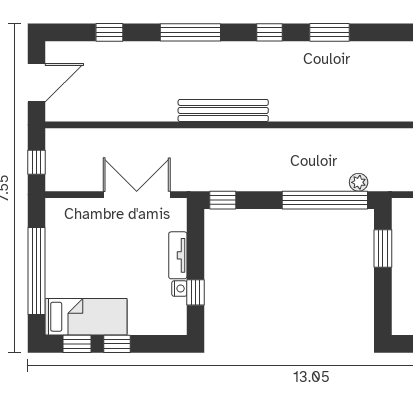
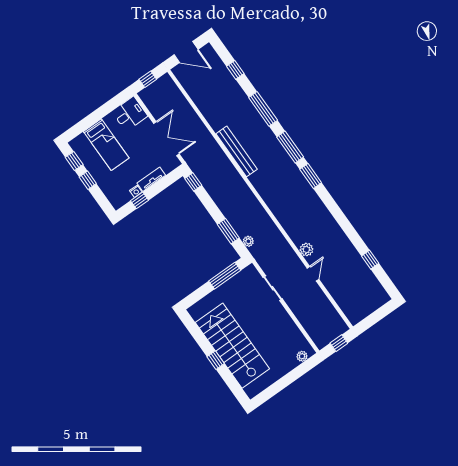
window: (269, 32) -> (290, 147), width x2.17
window: (325, 200) -> (228, 231), width x0.47
desk: (67, 221) -> (130, 114), added
window: (383, 248) -> (225, 276), width x1.44
window: (36, 271) -> (95, 117), removed
bed: (86, 317) -> (106, 145), moved

